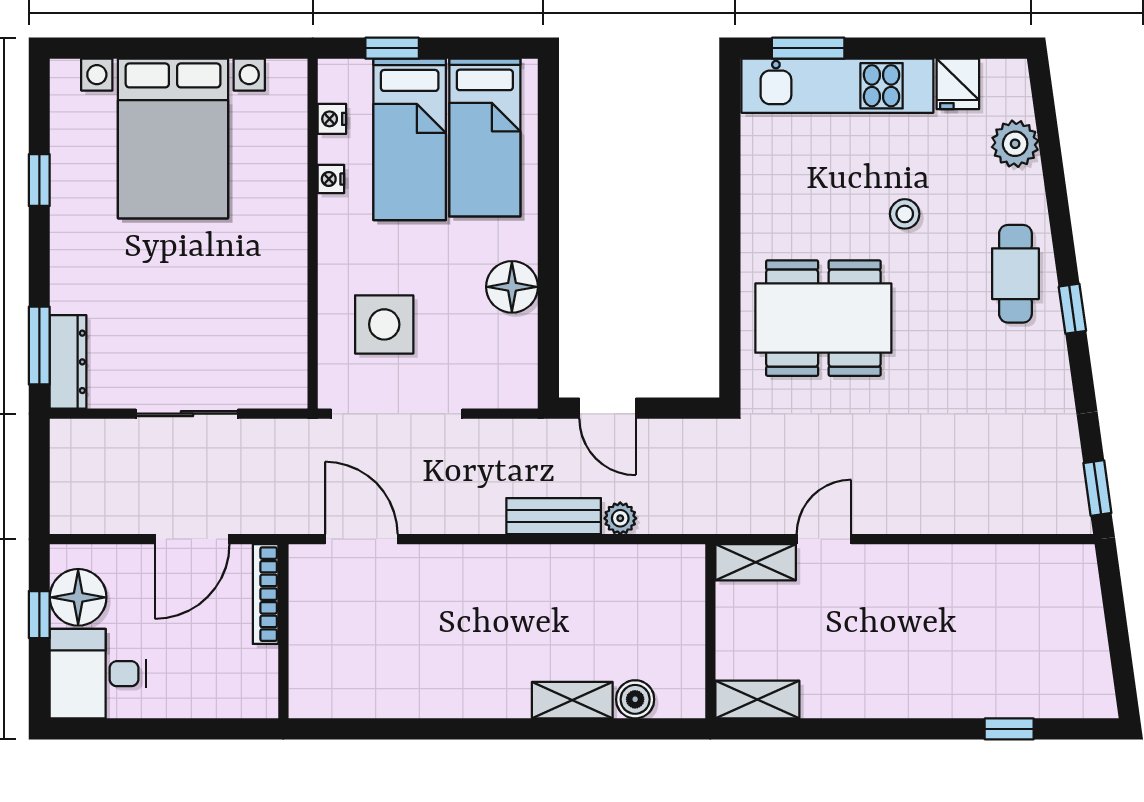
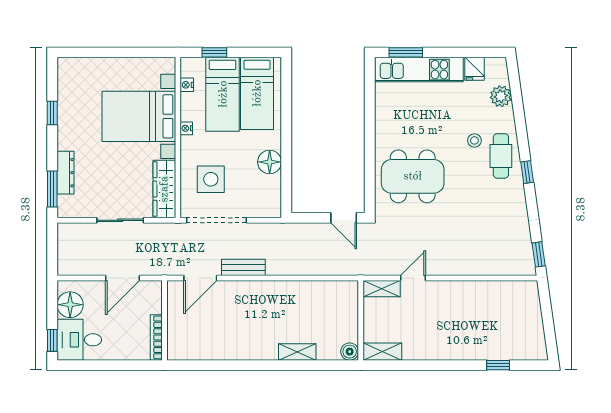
bed with nightstands: (173, 139) -> (139, 116), moved, turned 90
nightstand: (331, 179) -> (186, 128), moved
stool: (905, 214) -> (474, 140), moved
wardrobe: (283, 346) -> (164, 189), added
dresser: (68, 362) -> (66, 173), moved
door: (608, 408) -> (344, 218), moved
bench: (554, 516) -> (243, 267), moved
plant: (620, 518) -> (319, 268), removed
door: (361, 539) -> (200, 278), swing flipped
bookcase: (266, 594) -> (156, 337), moved
window: (39, 615) -> (52, 340), moved
boiler: (635, 699) -> (350, 352), moved

